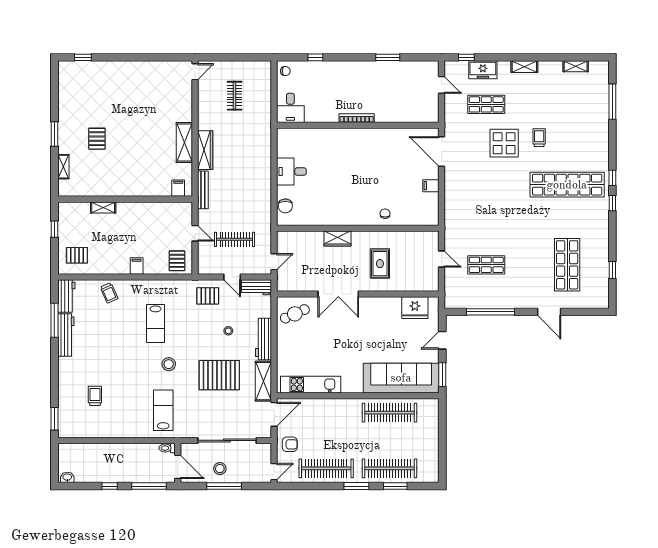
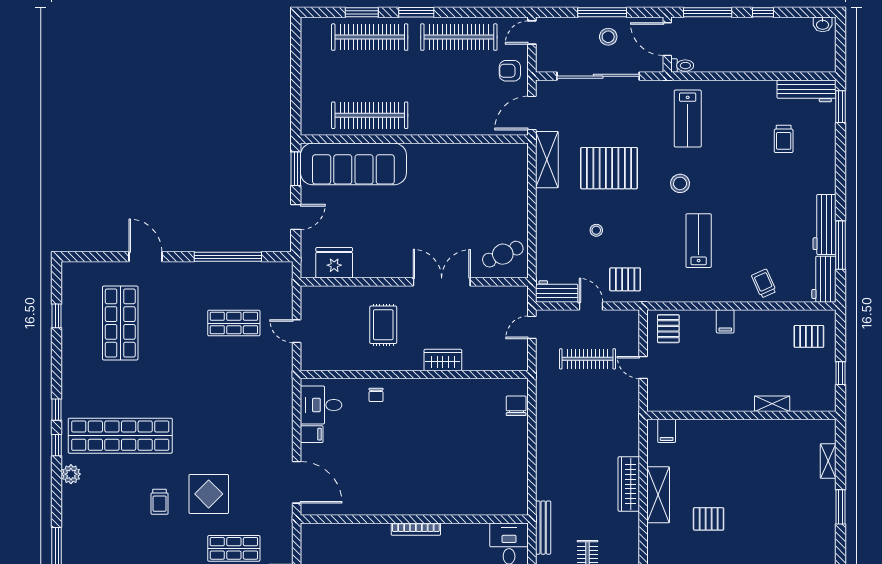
pallet: (97, 139) -> (709, 519), moved, turned 90
plant: (602, 157) -> (71, 474), added
desk: (291, 171) -> (321, 405), moved, turned 180
bench: (203, 190) -> (543, 528), moved
workbench: (264, 339) -> (807, 91), moved, turned 90
kitchen unit: (311, 385) -> (481, 155), removed

